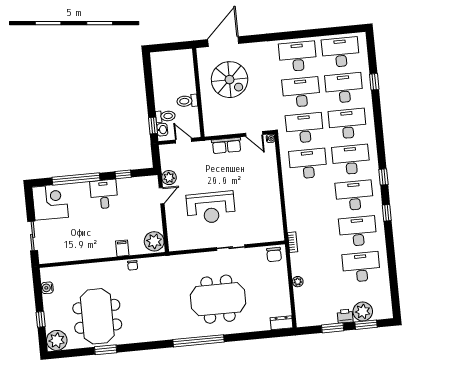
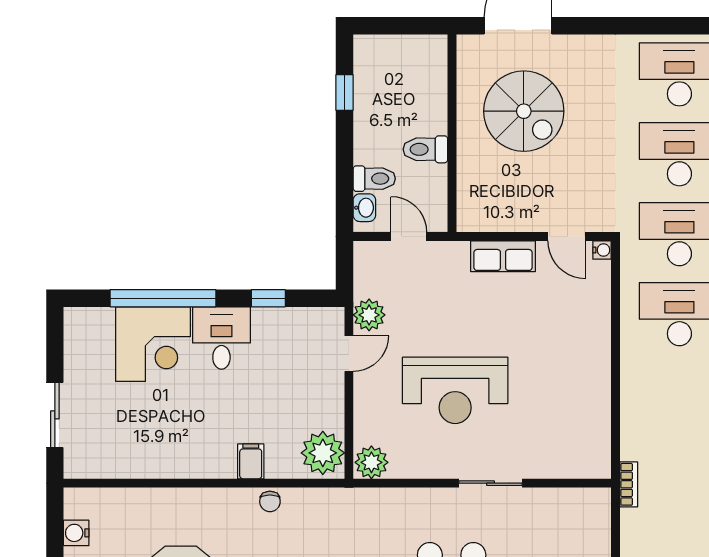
window: (153, 126) -> (345, 92), moved
corner desk: (50, 202) -> (153, 344), moved, turned 90
plant: (176, 243) -> (371, 462), added
chair: (274, 255) -> (585, 508), removed

